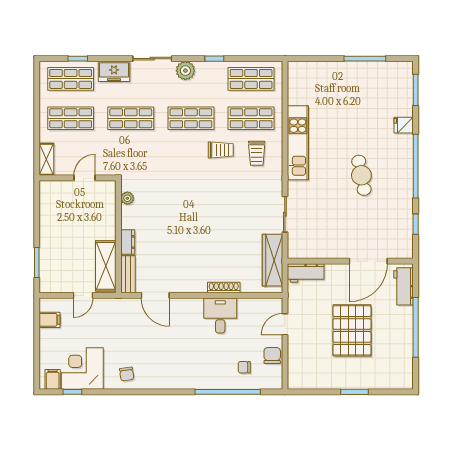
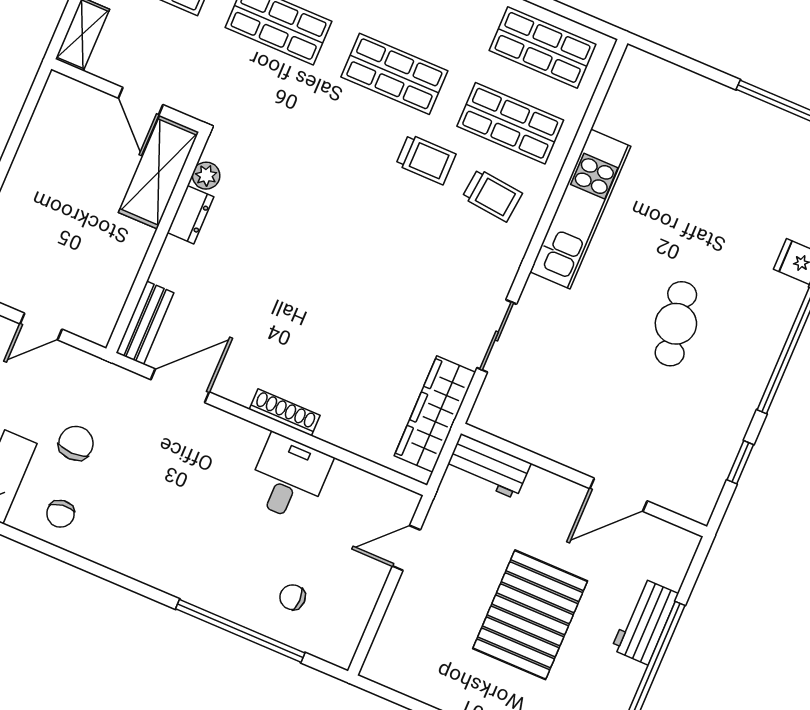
trolley: (257, 153) -> (492, 195), turned -84
door: (85, 178) -> (141, 101), swing flipped
dresser: (128, 242) -> (191, 215), moved
door: (368, 261) -> (619, 495), width x0.73
shelving: (106, 266) -> (159, 172), moved
workbench: (404, 286) -> (645, 621), moved
shoe rack: (224, 288) -> (285, 412), moved
door: (155, 295) -> (180, 386), swing flipped
chair: (272, 355) -> (76, 443), moved

